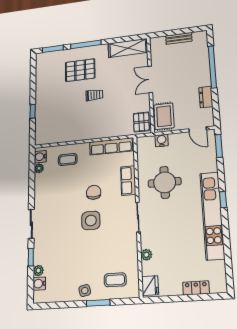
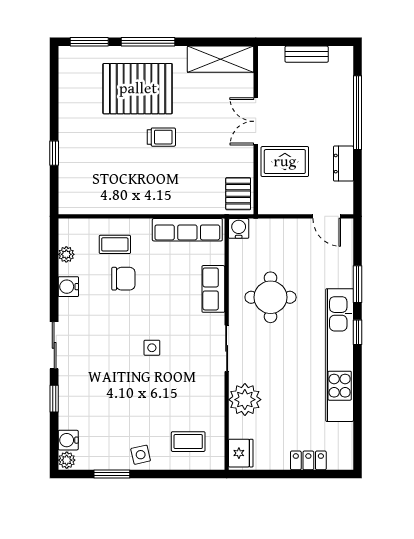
pallet: (80, 70) -> (138, 89), width x1.37, depth x1.41
rug: (164, 116) -> (285, 162), moved, turned 90
water cooler: (162, 140) -> (239, 228), moved
window: (219, 146) -> (358, 284), moved
water cooler: (40, 157) -> (68, 287), moved
chair: (94, 192) -> (123, 279), moved, turned 90
side table: (91, 220) -> (152, 348), width x0.54, depth x0.54
plant: (146, 255) -> (245, 400), width x1.88, depth x1.88
plant: (38, 271) -> (67, 460), moved
window: (98, 303) -> (112, 474), moved

